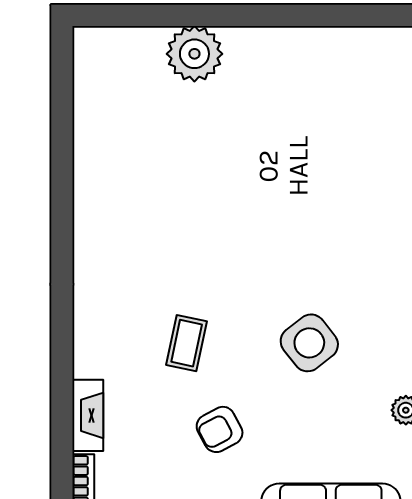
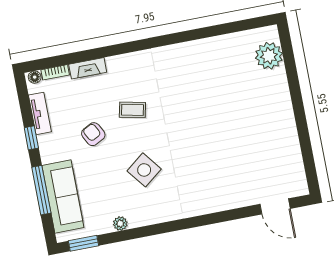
plant: (194, 54) -> (269, 56), moved

